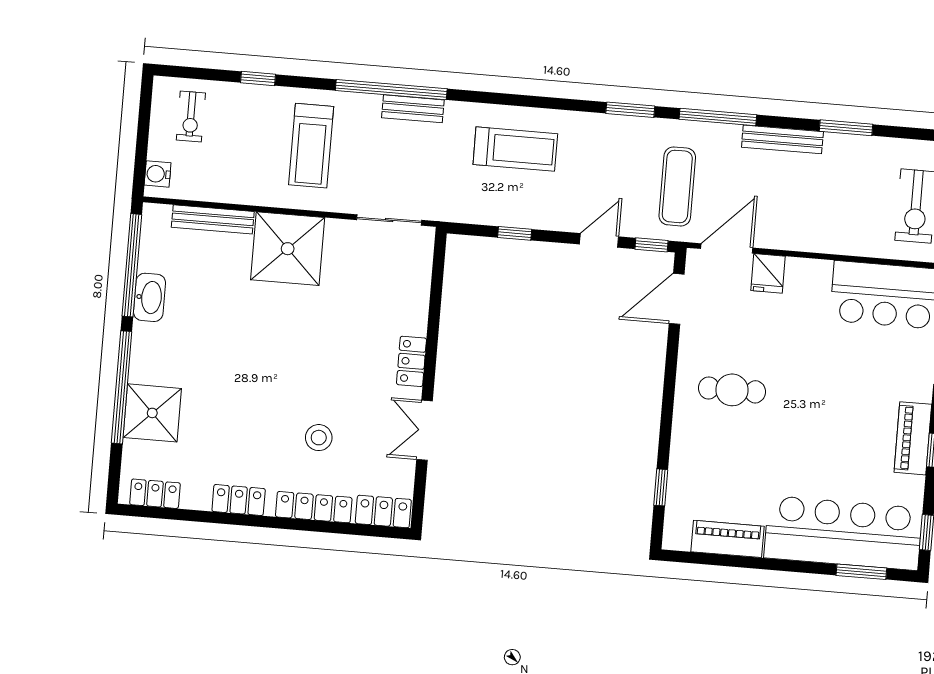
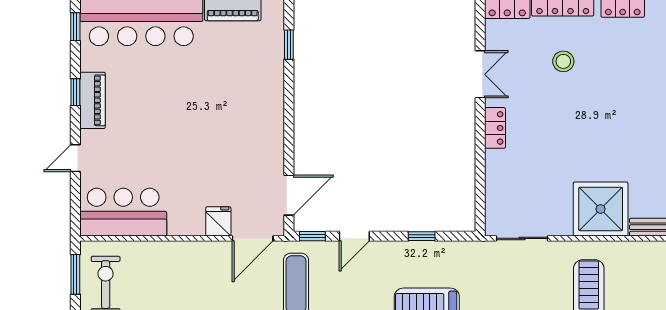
cafe table: (732, 390) -> (239, 127), removed

